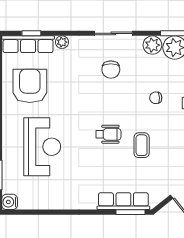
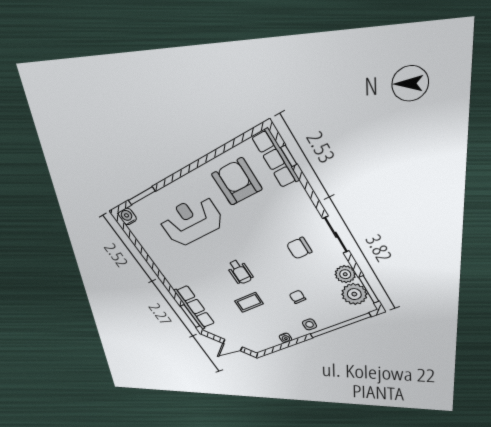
plant: (62, 42) -> (298, 191), removed
armchair: (30, 86) -> (237, 182), turned -90
reception desk: (42, 147) -> (191, 221), turned 180

